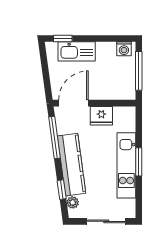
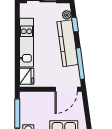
fridge: (101, 116) -> (27, 76), moved, turned 90
window: (139, 162) -> (17, 45), removed

